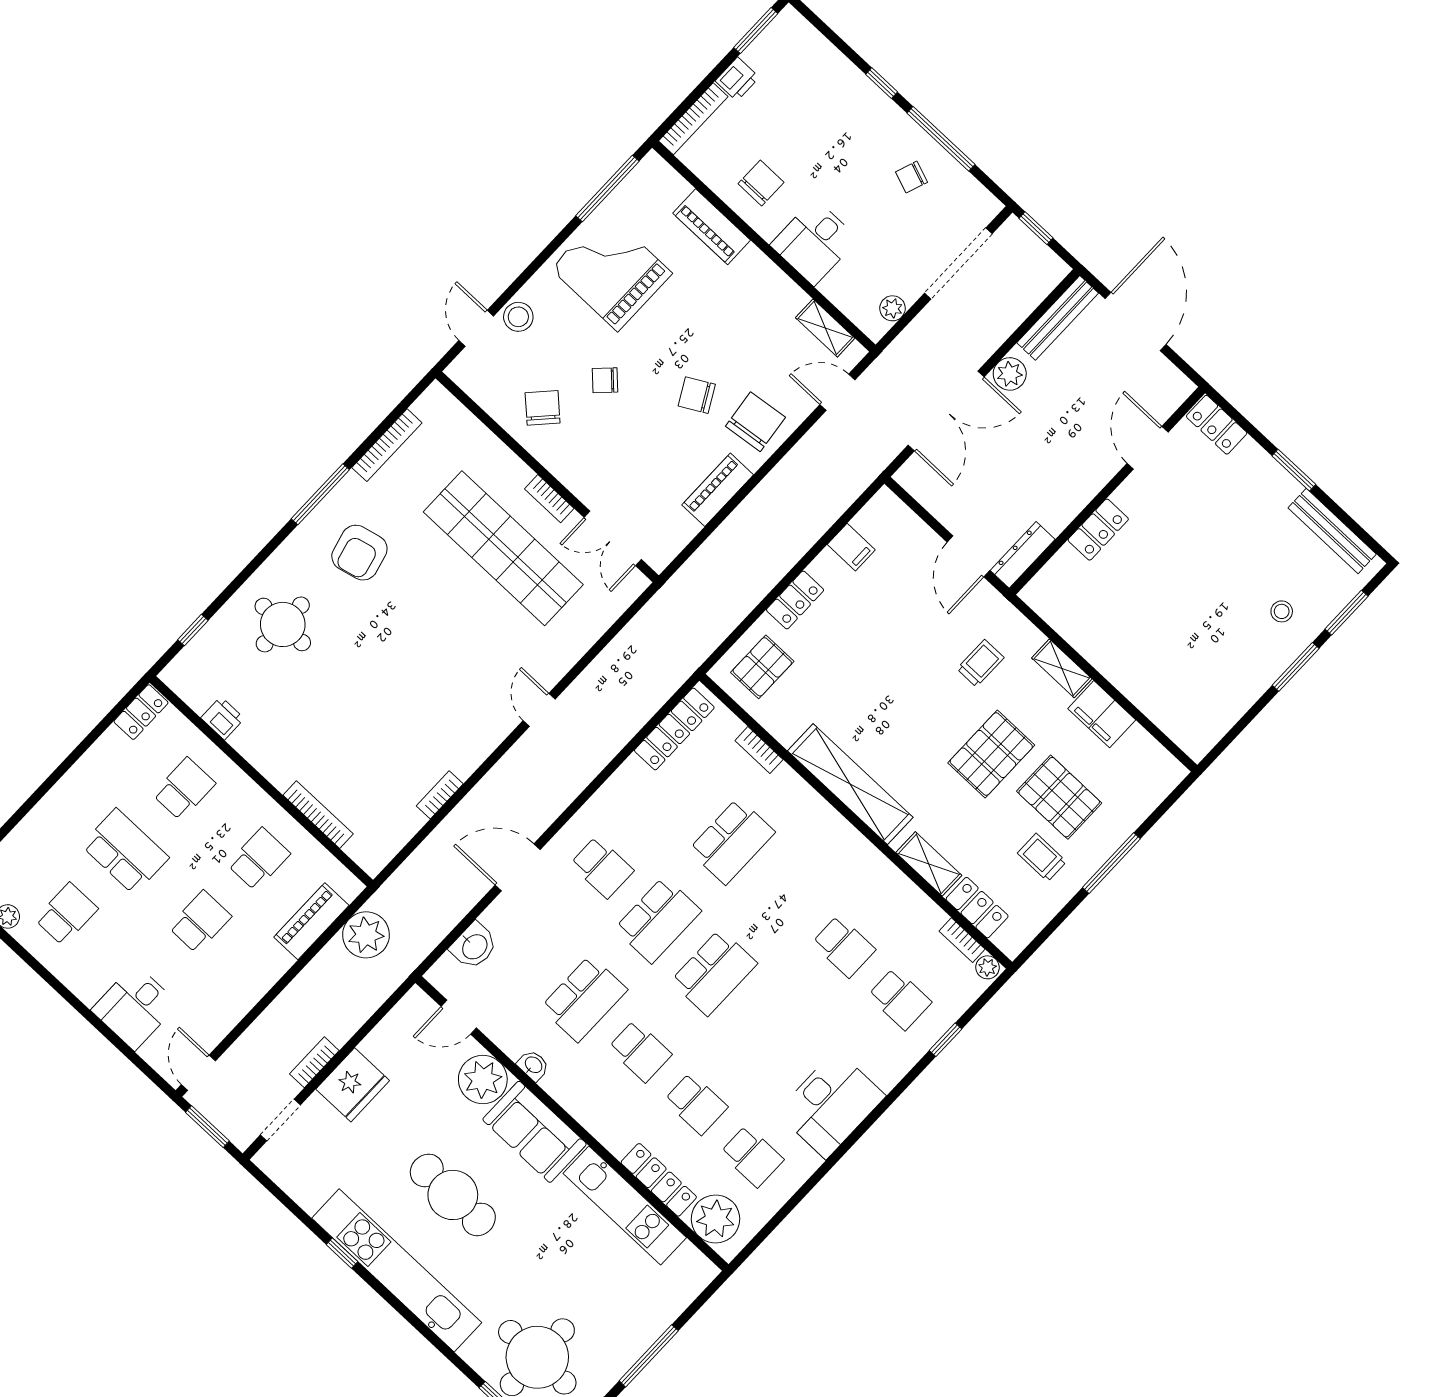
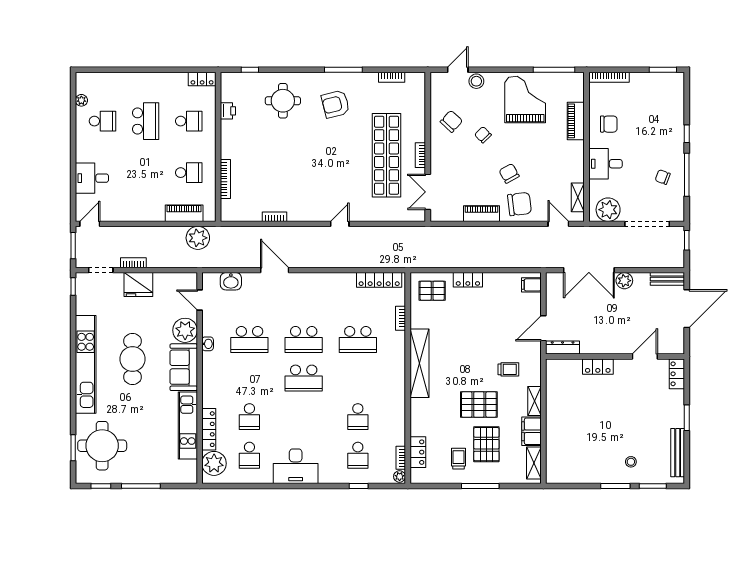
printer: (737, 79) -> (639, 80), removed
plant: (893, 308) -> (608, 210), width x1.88, depth x1.88
bench: (1058, 318) -> (667, 279), width x0.73
bookcase: (387, 445) -> (392, 77), width x0.64
filing cabinet: (851, 547) -> (531, 285), moved, turned 90
shelving: (929, 864) -> (534, 463), moved
school desk: (602, 867) -> (304, 301), removed
school desk: (200, 922) -> (146, 173), removed
school desk: (640, 1051) -> (249, 378), removed
window: (342, 1253) -> (73, 286), moved

